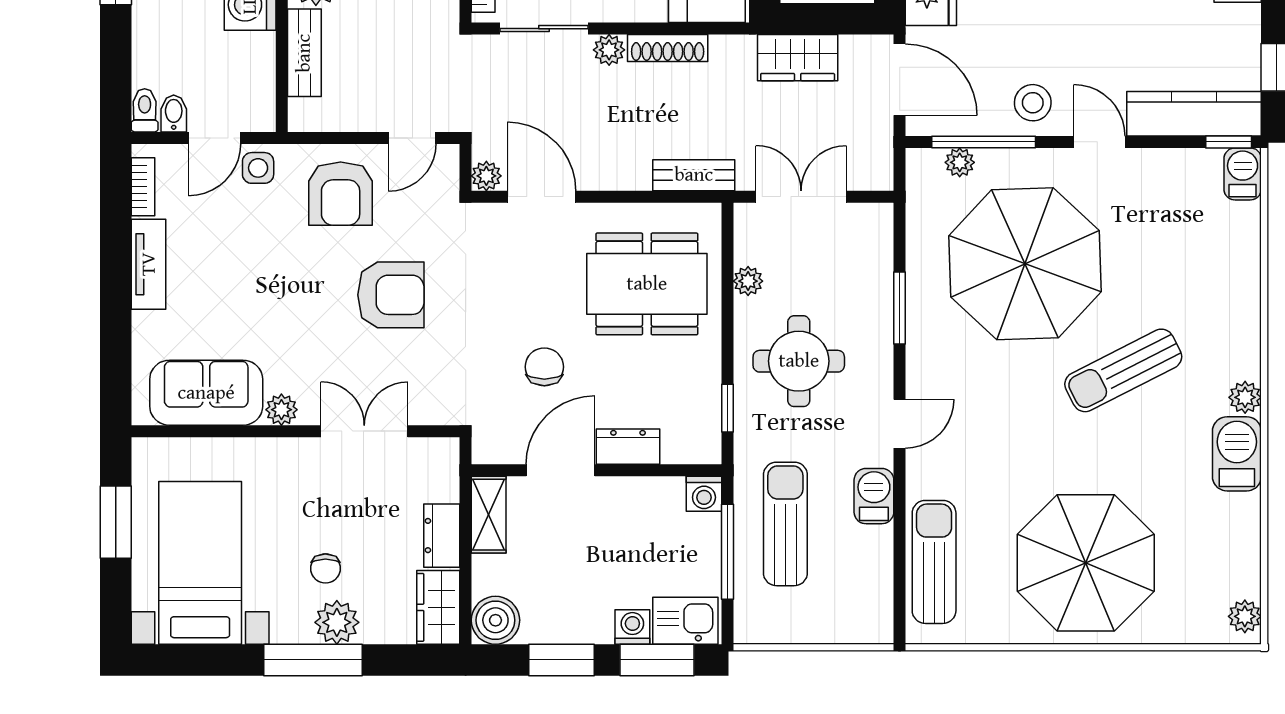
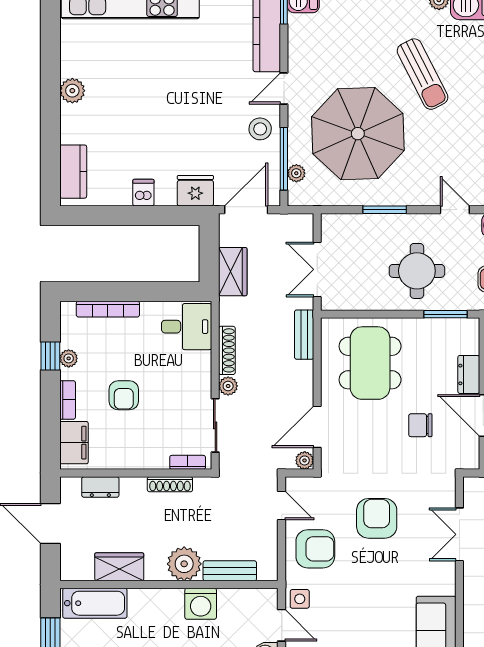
plant: (748, 281) -> (368, 302), removed
window: (728, 408) -> (445, 314), width x1.50
plant: (281, 410) -> (446, 585), removed

